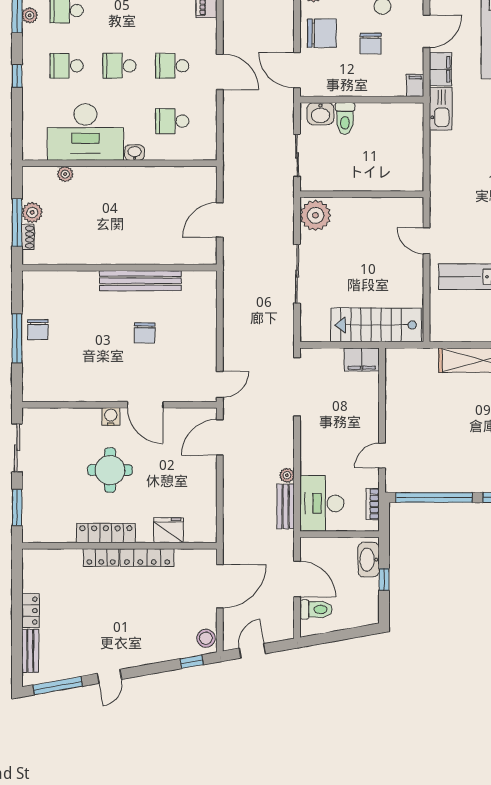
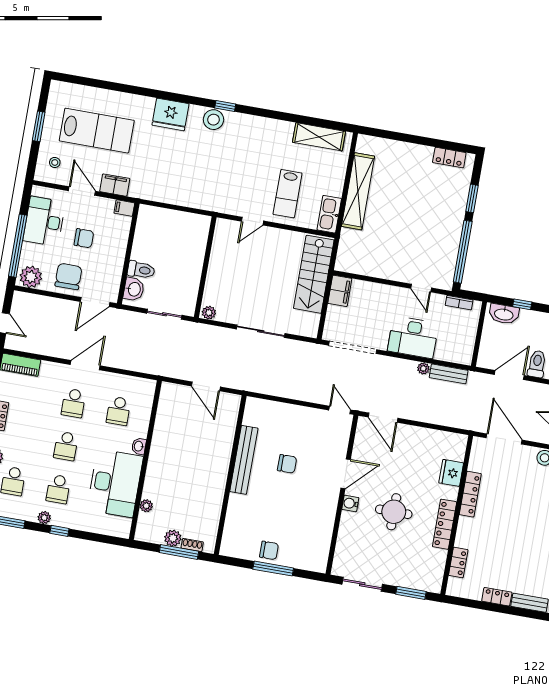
plant: (30, 15) -> (44, 518), moved
kitchen sink: (441, 109) -> (329, 214), moved, turned -90
plant: (315, 215) -> (209, 313), width x0.53, depth x0.53
desk: (322, 503) -> (413, 337), moved
locker: (101, 558) -> (458, 563), moved

